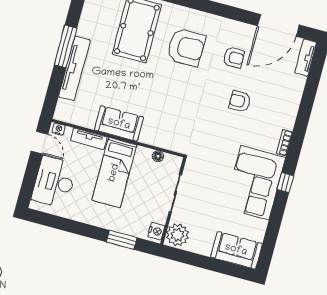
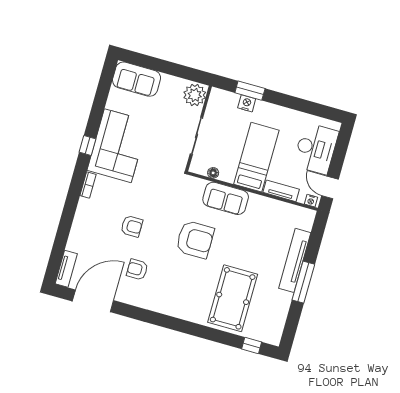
armchair: (186, 47) -> (195, 239), moved, turned 180
sofa: (119, 124) -> (226, 198), moved
nightstand: (156, 231) -> (247, 103), moved, turned 90

